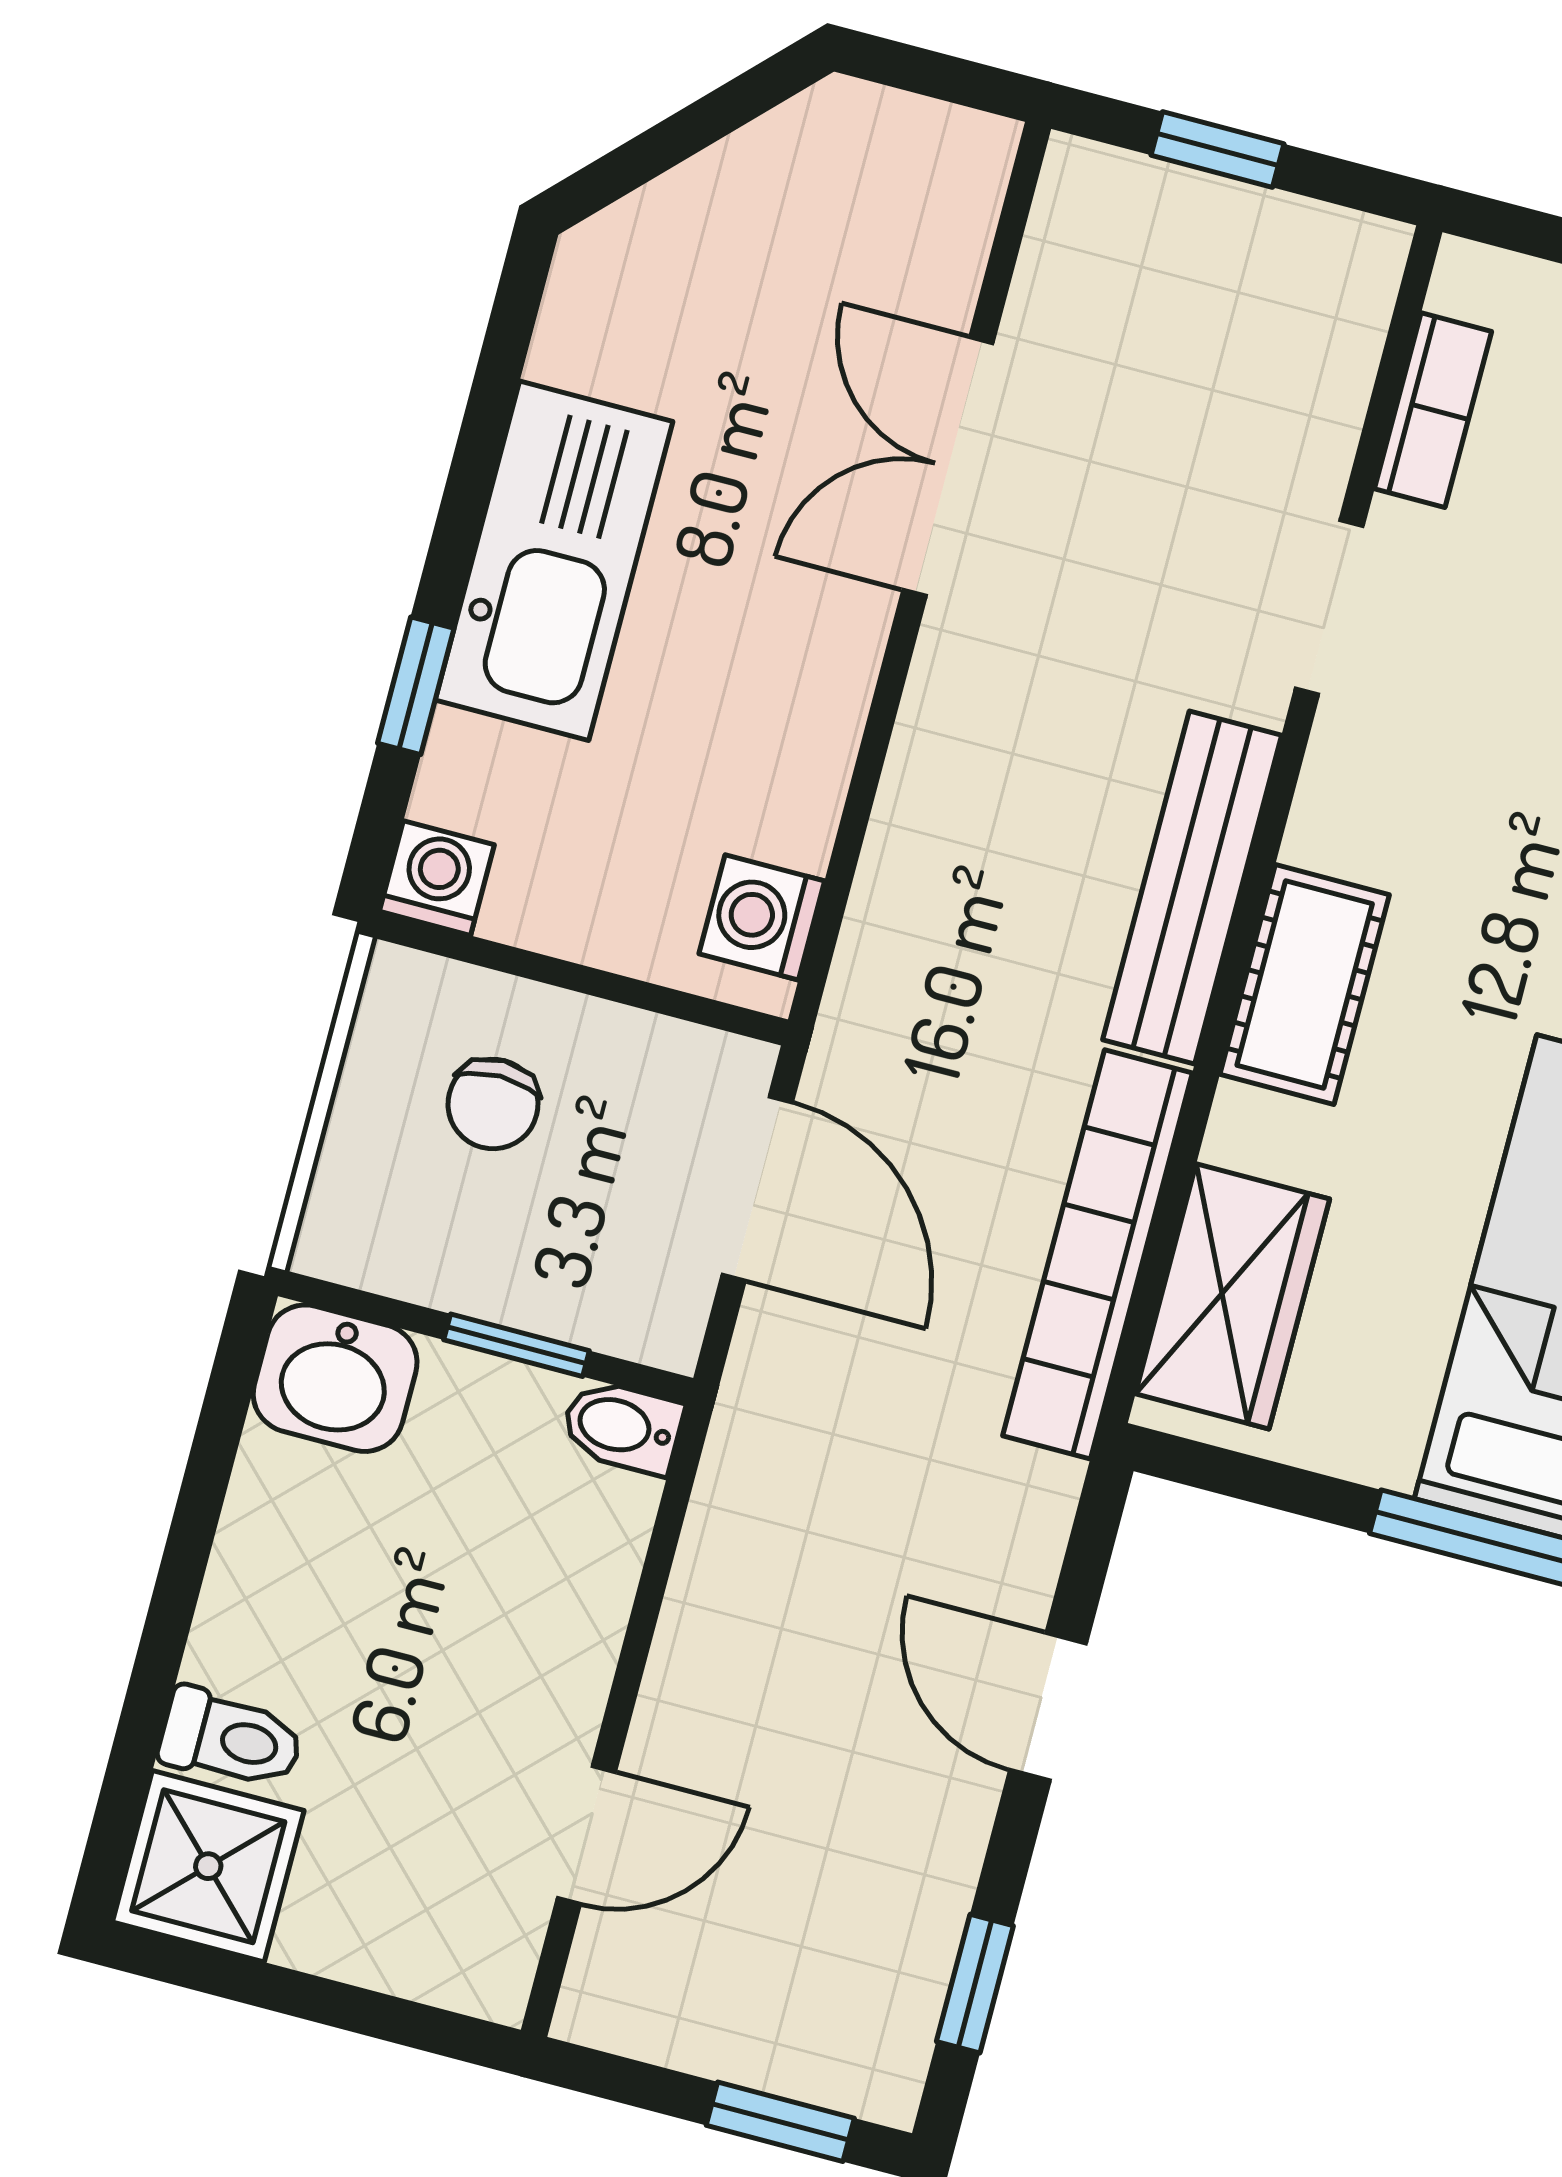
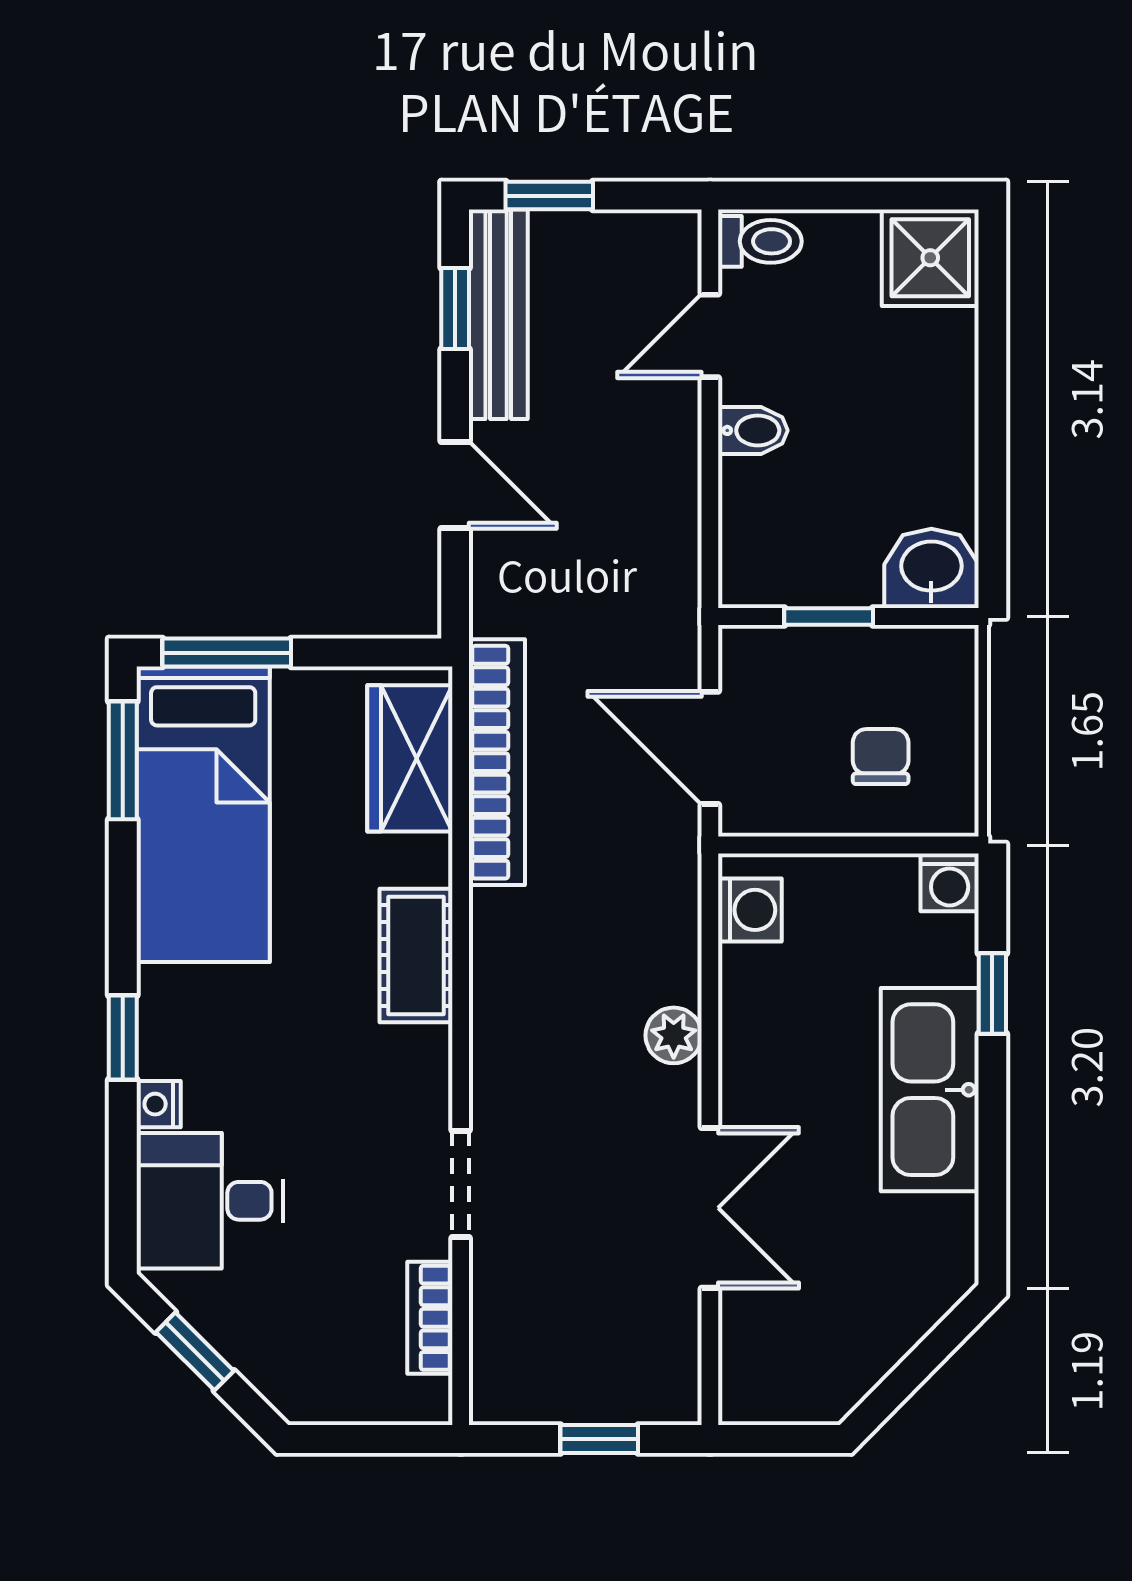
plant: (933, 752) -> (674, 1035), added
bench: (1192, 887) -> (498, 314), moved
bidet: (622, 1427) -> (753, 430), moved
toilet: (231, 1739) -> (760, 241), moved, turned 180

